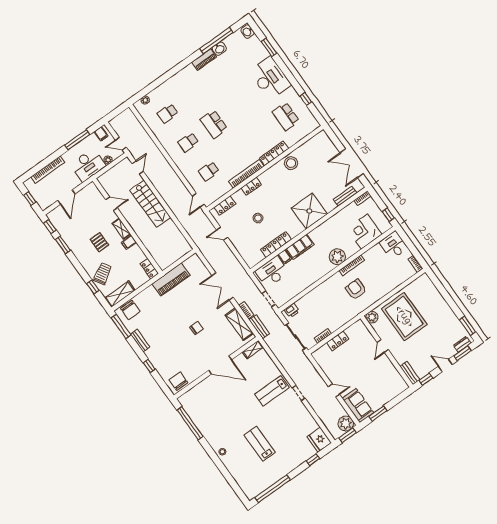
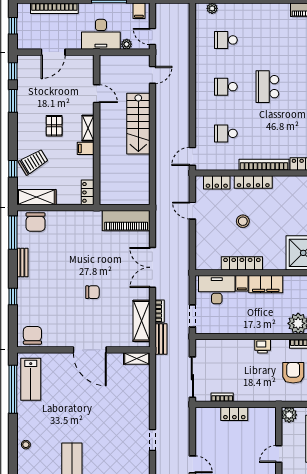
locker: (251, 186) -> (253, 182), width x1.53
piano: (171, 280) -> (126, 221), moved
printer: (292, 310) -> (263, 346), moved
lab bench: (272, 391) -> (31, 379), moved, turned -90

